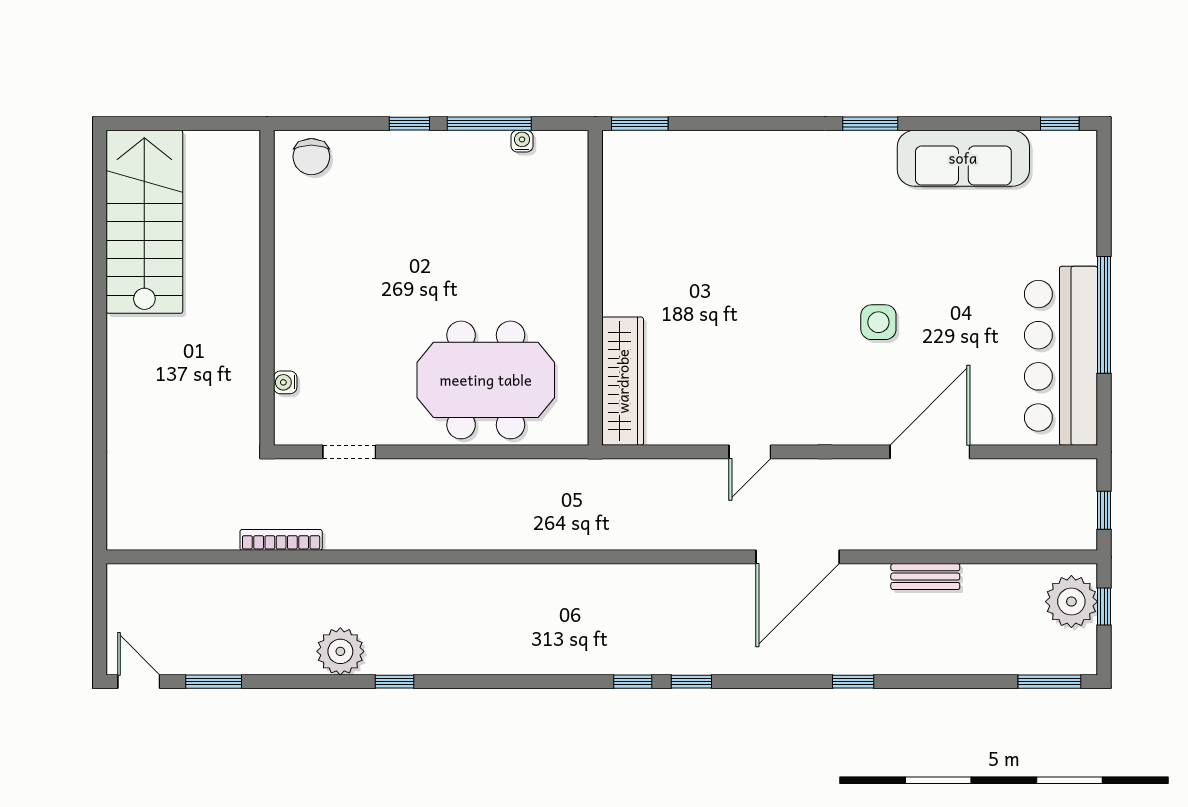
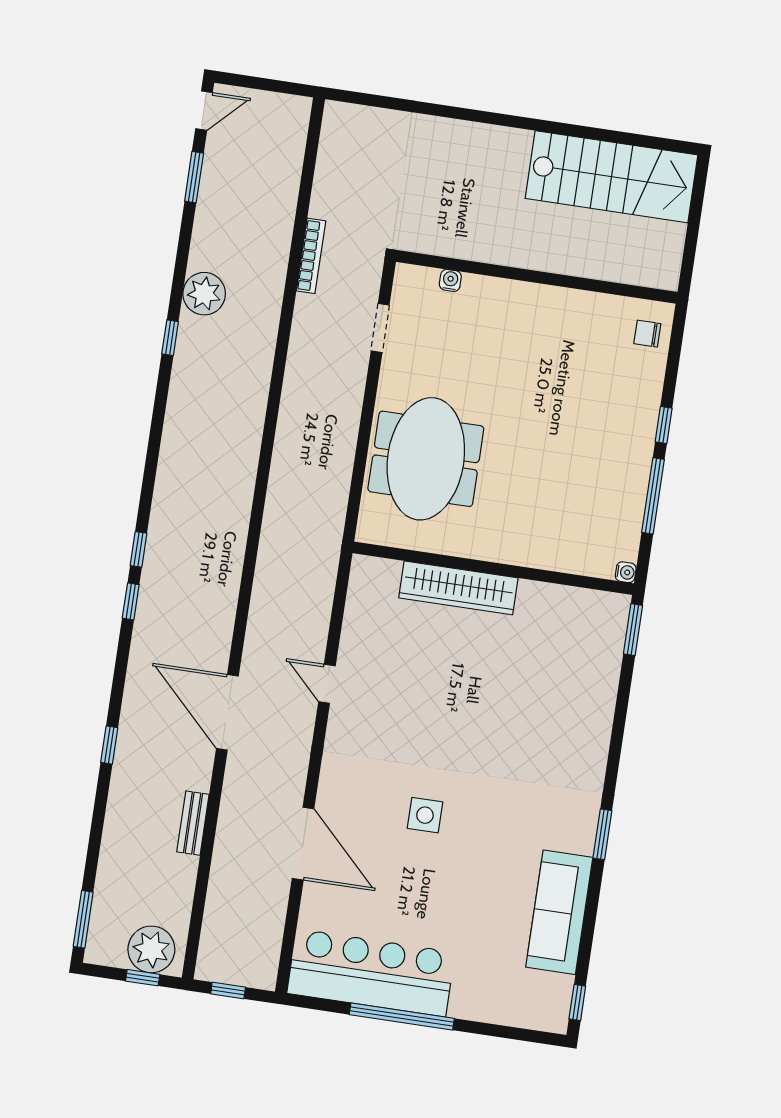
water cooler: (522, 141) -> (626, 572), moved
chair: (311, 157) -> (647, 334), width x0.73, depth x0.73
wardrobe: (623, 381) -> (458, 588), moved

